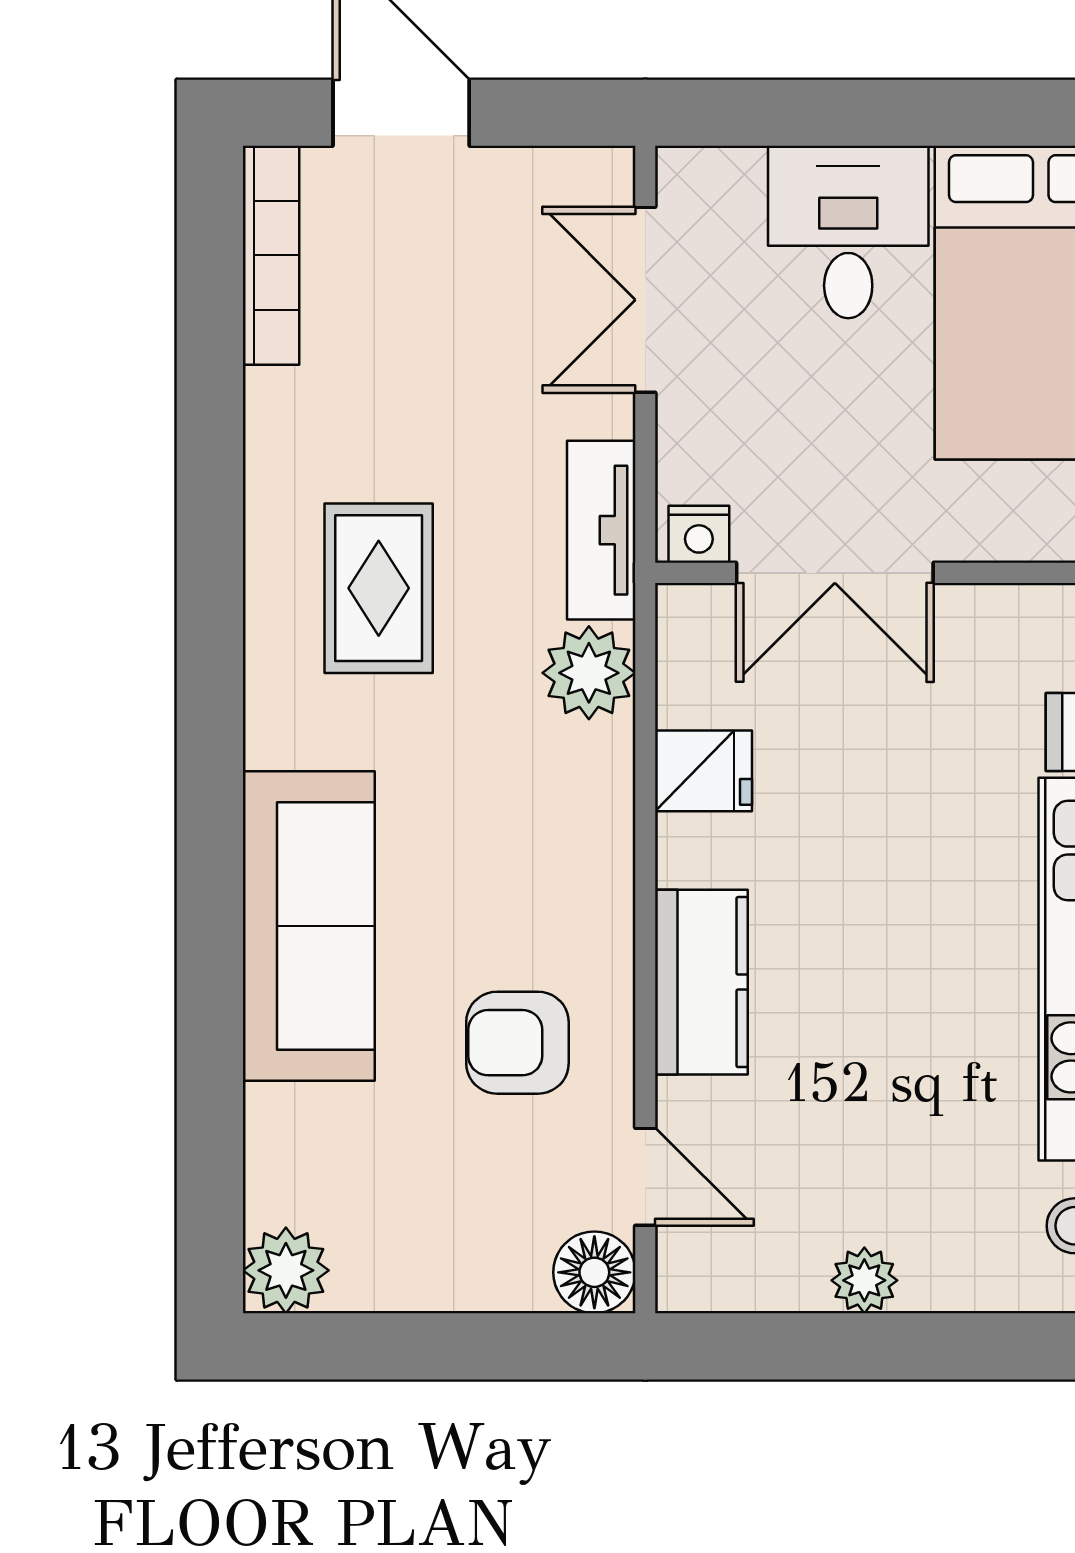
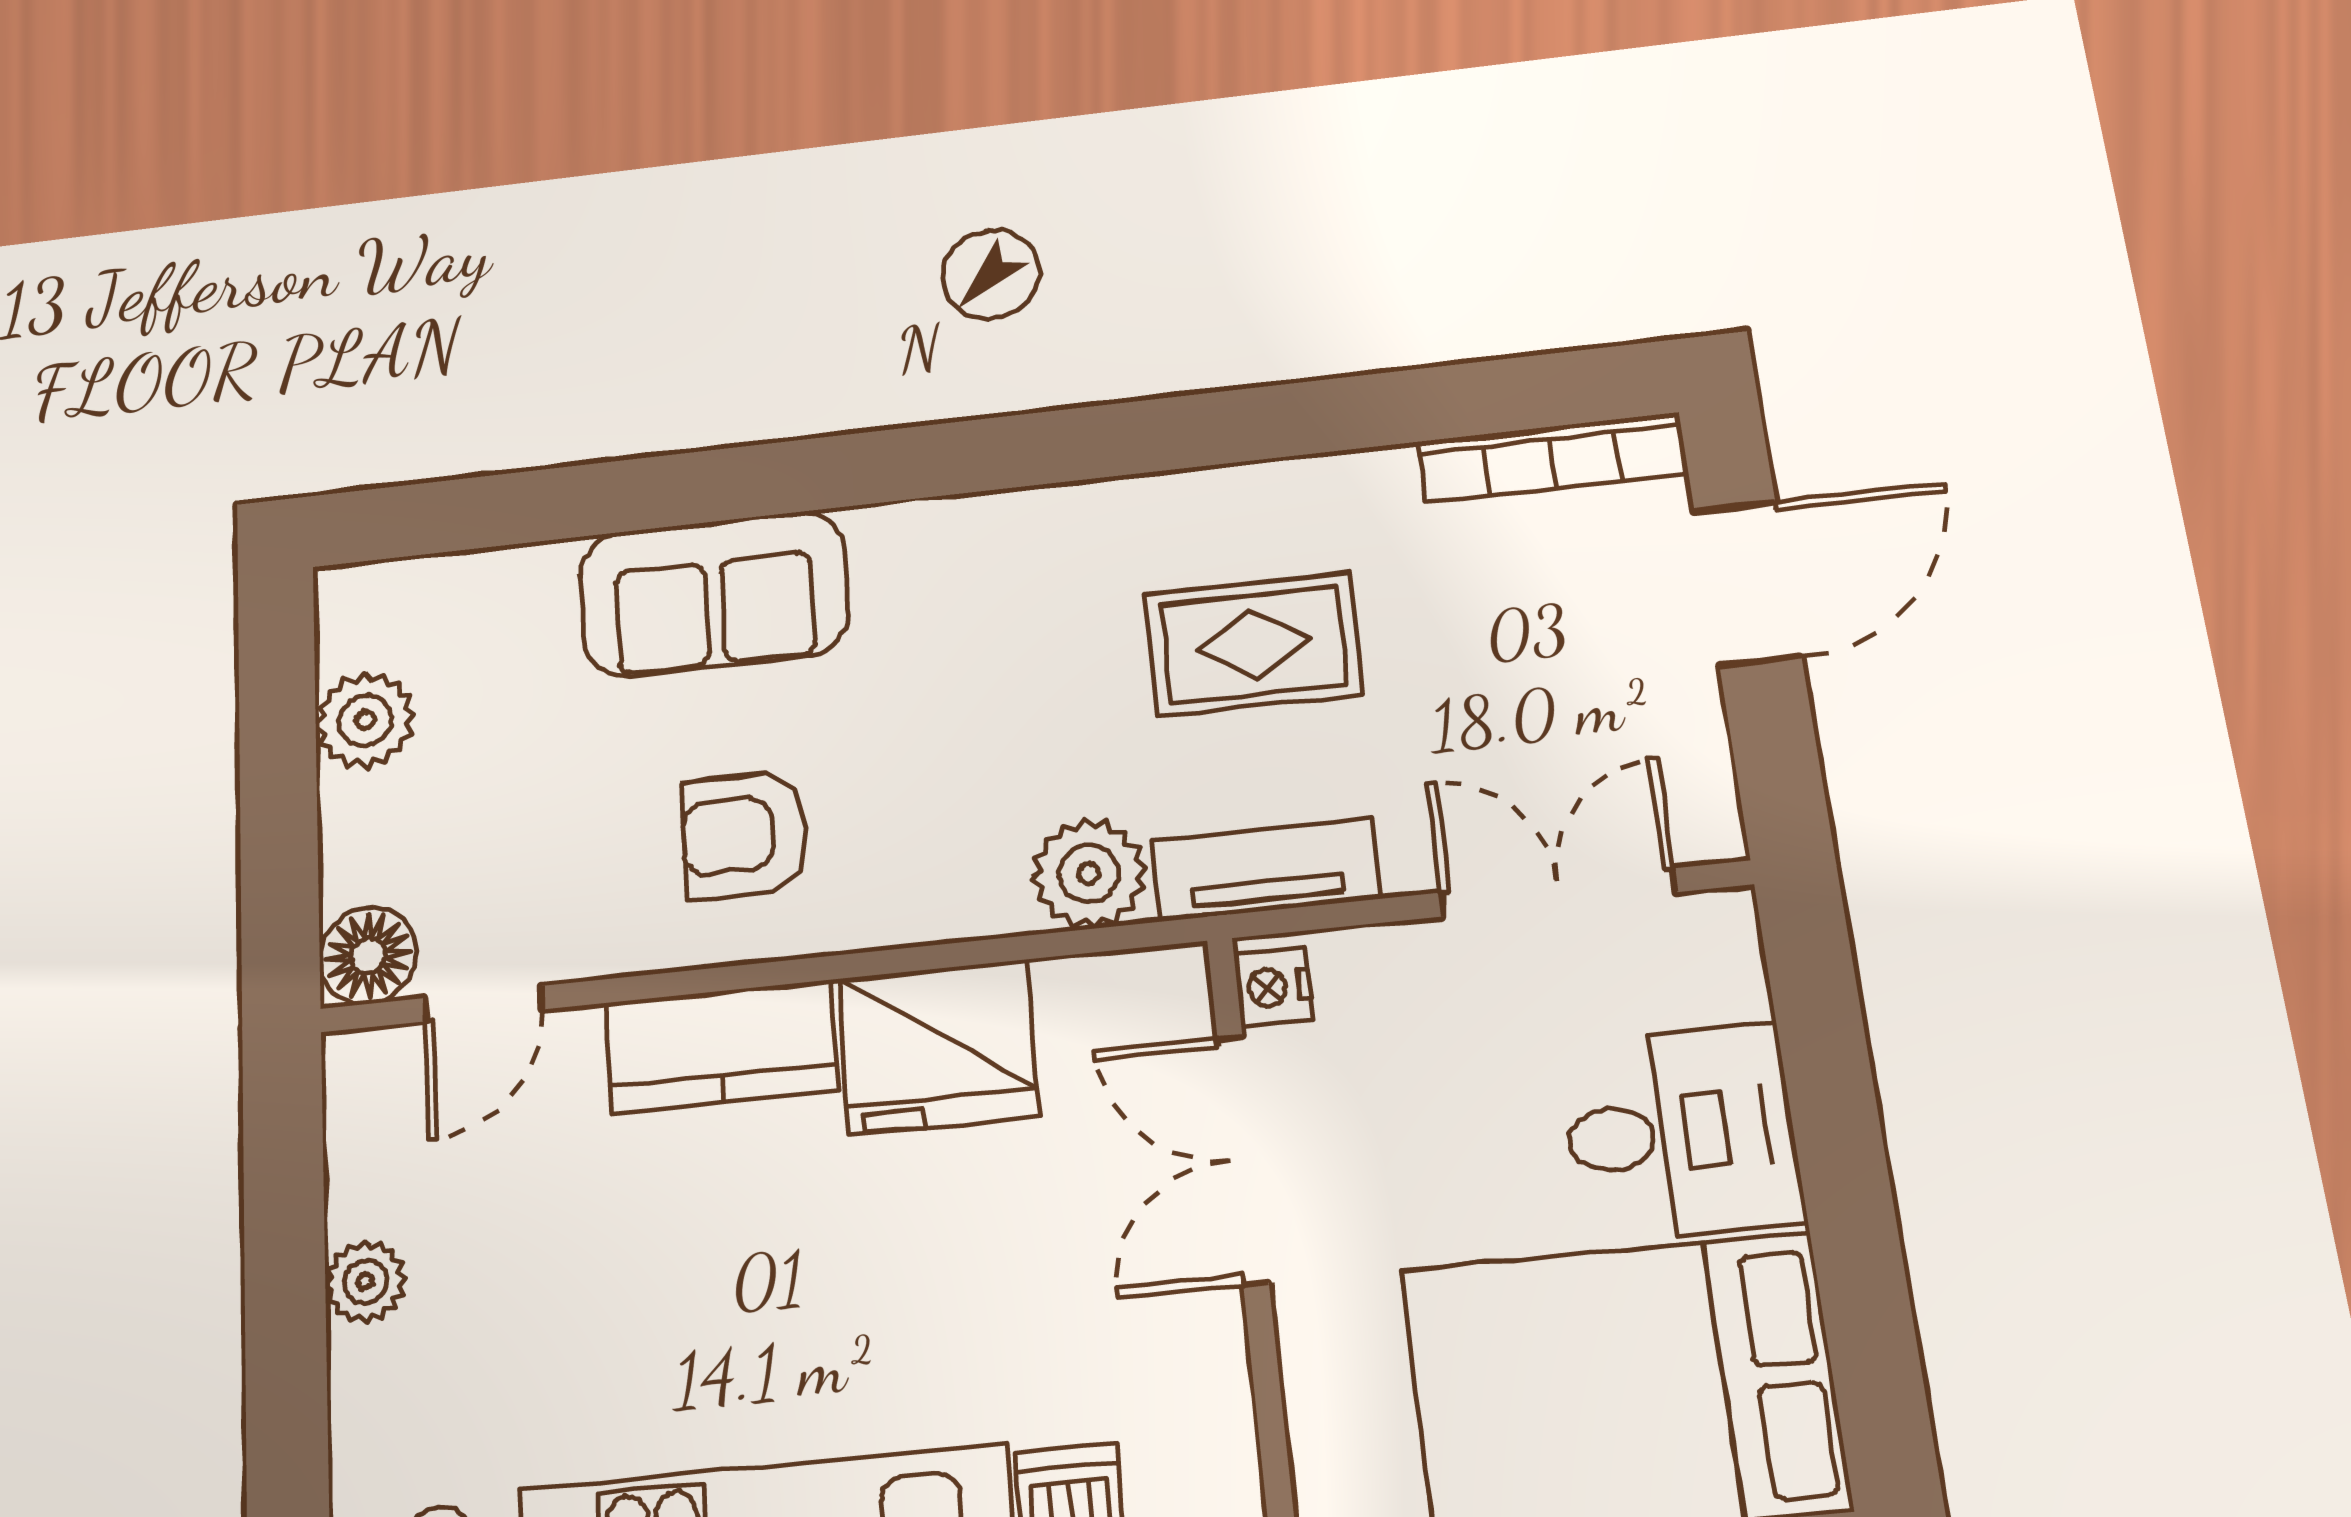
rug: (379, 588) -> (1254, 644), moved
fridge: (704, 771) -> (938, 1047), width x1.88, depth x1.34
sofa: (309, 926) -> (714, 594), width x0.73
armchair: (517, 1043) -> (745, 835), moved, turned -90
plant: (286, 1270) -> (365, 720), moved

